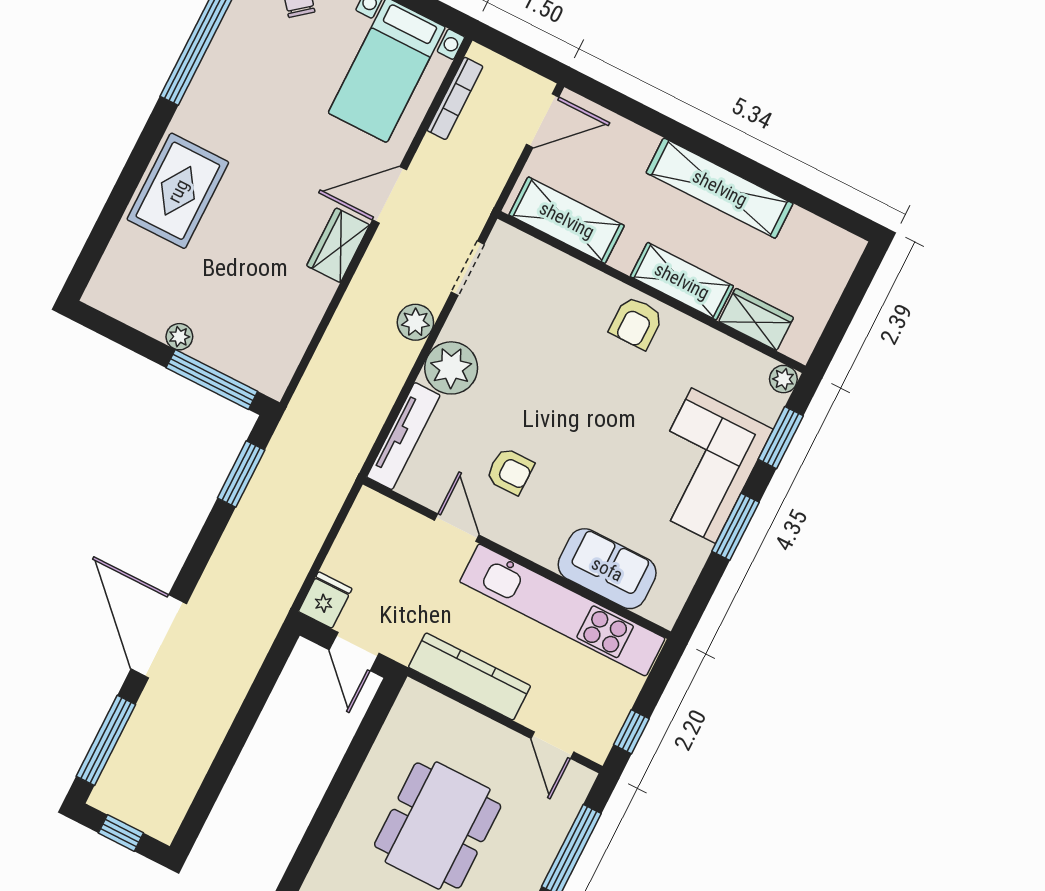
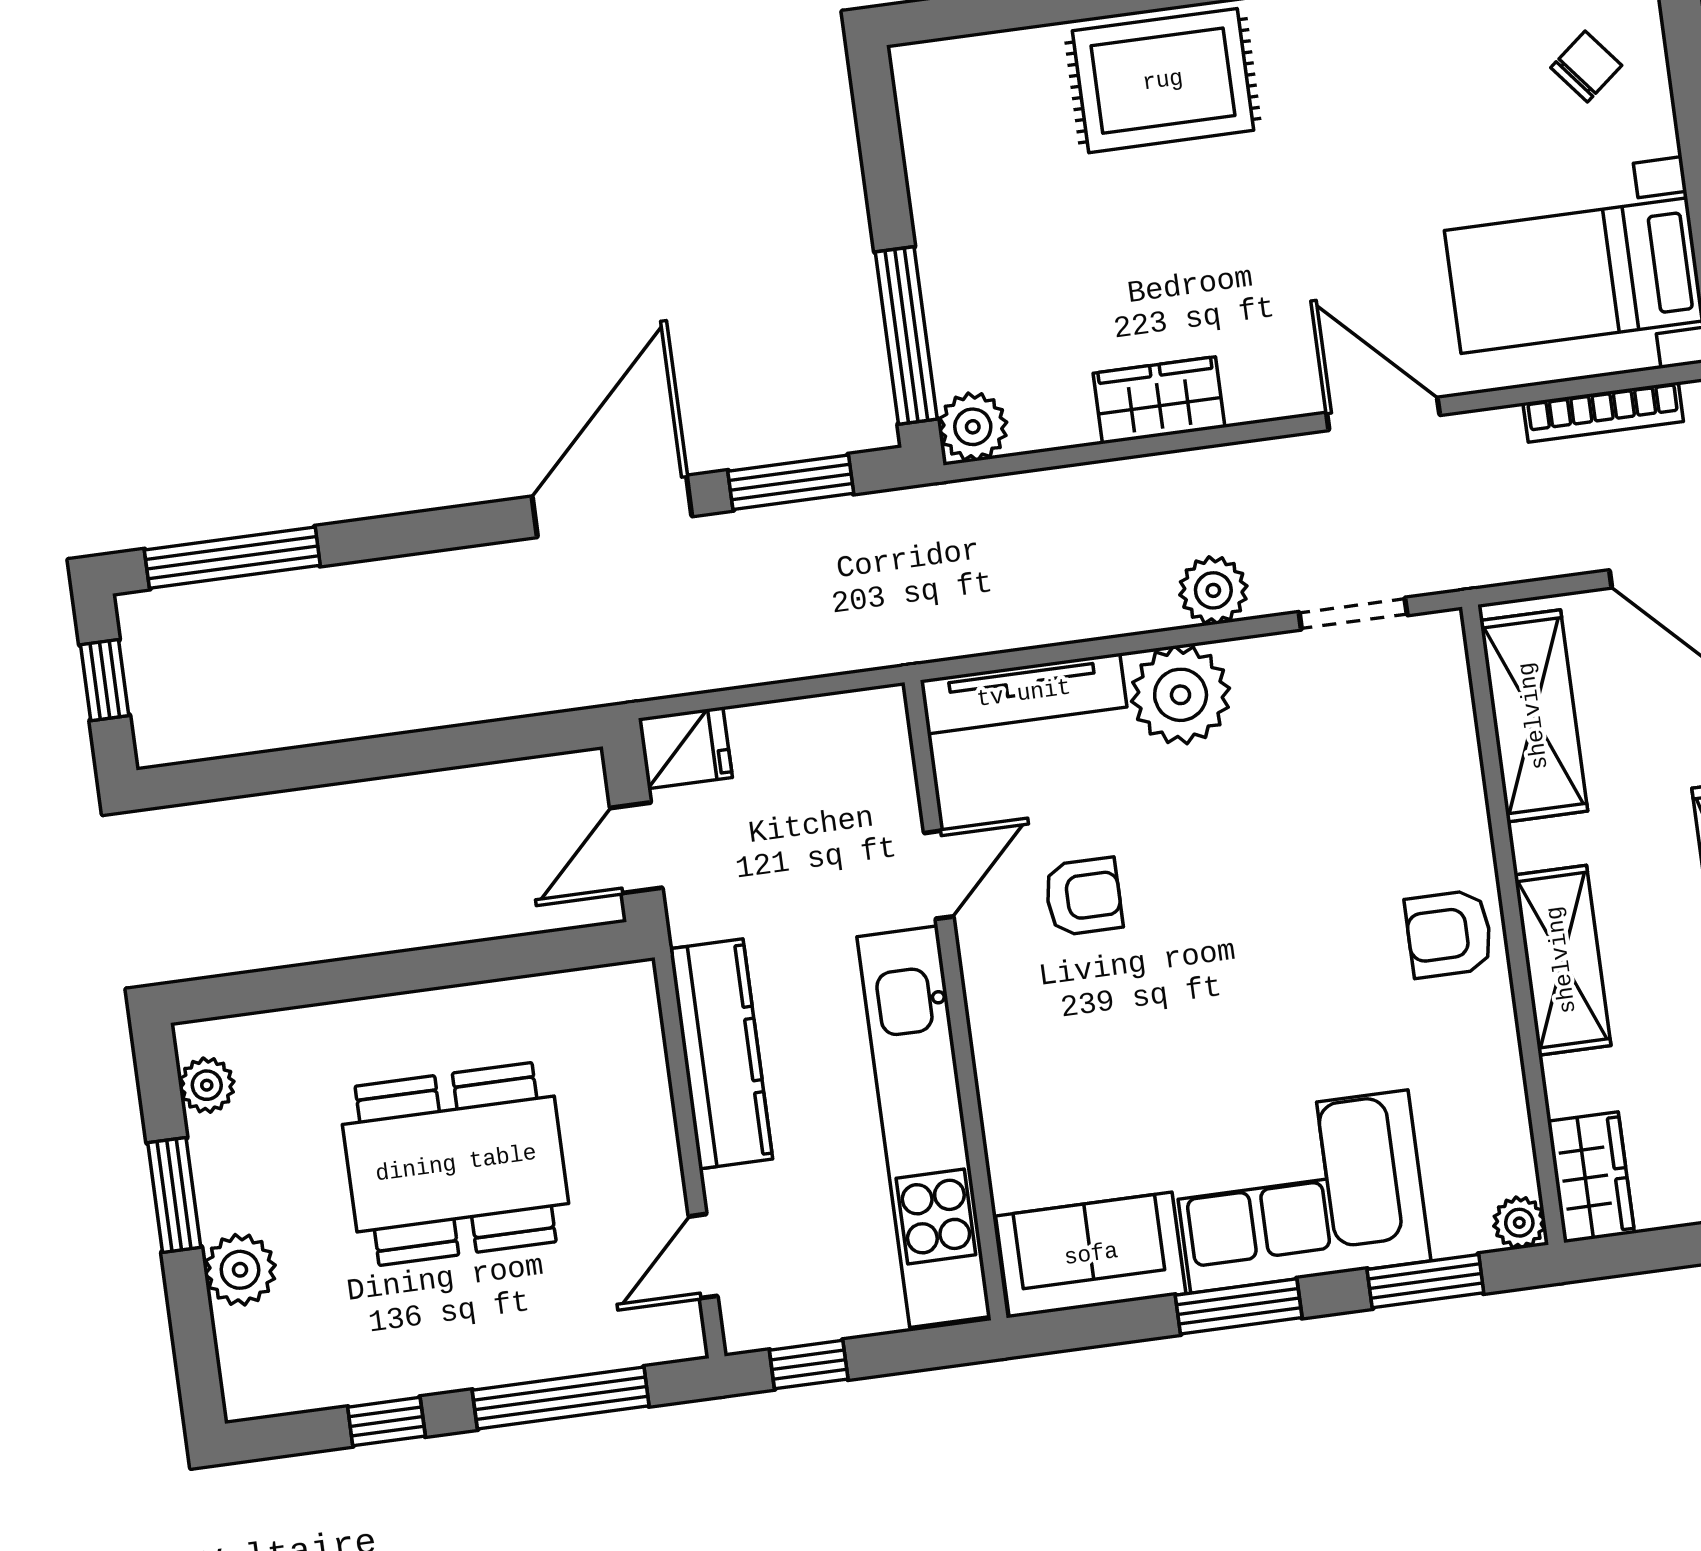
wardrobe: (338, 245) -> (1159, 400), moved
wardrobe: (756, 319) -> (1591, 1177), moved
plant: (179, 337) -> (973, 427), moved, width x1.38, depth x1.38
armchair: (510, 471) -> (1083, 897), turned -90
sofa: (607, 569) -> (1091, 1255), moved, turned -90
door: (159, 636) -> (612, 506), moved

